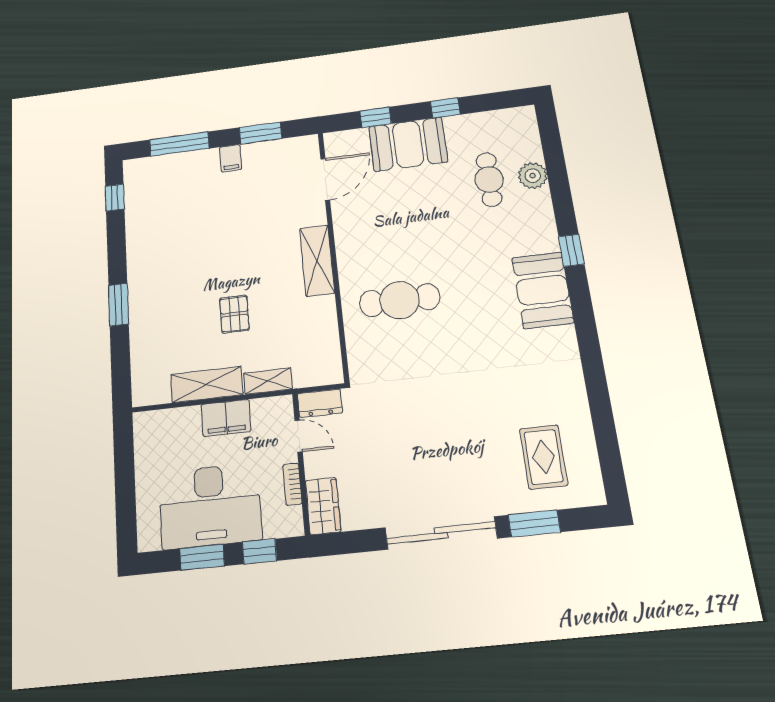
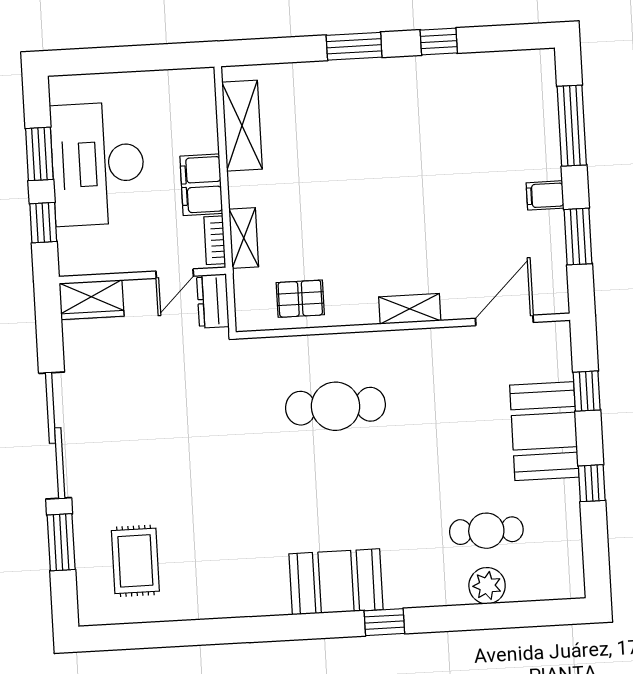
door: (325, 179) -> (504, 320), swing flipped
window: (115, 198) -> (439, 42), moved
shelving: (317, 261) -> (410, 309), width x0.67, depth x0.75
cafe table: (400, 300) -> (335, 406), turned 90
pallet: (234, 314) -> (300, 299), moved
shelving: (207, 384) -> (242, 126), moved
rug: (543, 457) -> (135, 561), turned 90
bookcase: (292, 484) -> (215, 240), moved, turned -90

